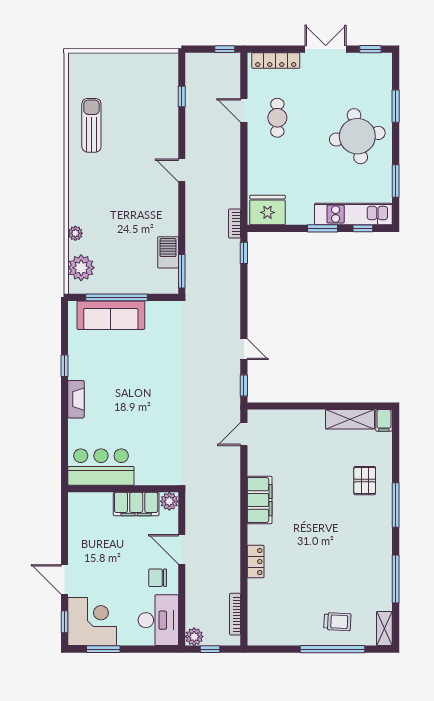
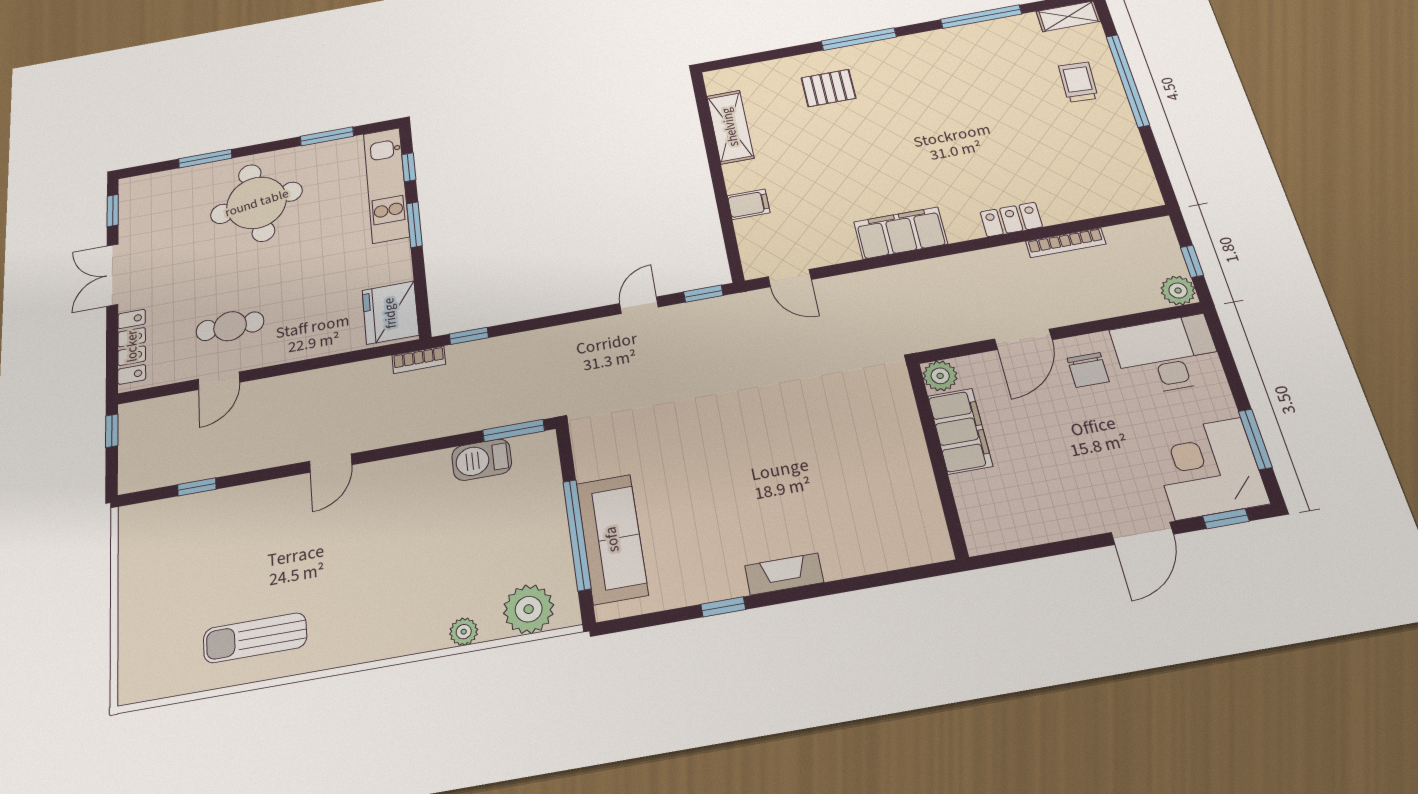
filing cabinet: (384, 420) -> (749, 204), moved
bar counter: (101, 467) -> (905, 505), removed
bookcase: (235, 614) -> (1066, 243), moved

